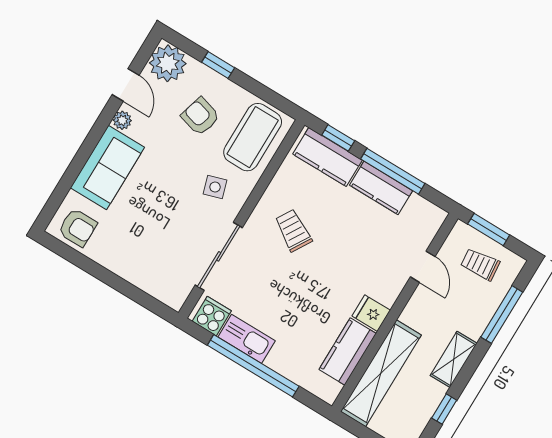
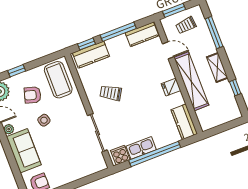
side table: (215, 187) -> (44, 120), moved
kitchen counter: (381, 188) -> (142, 34), moved
kitchen counter: (348, 351) -> (184, 122), moved
shelving: (381, 373) -> (191, 81), moved

